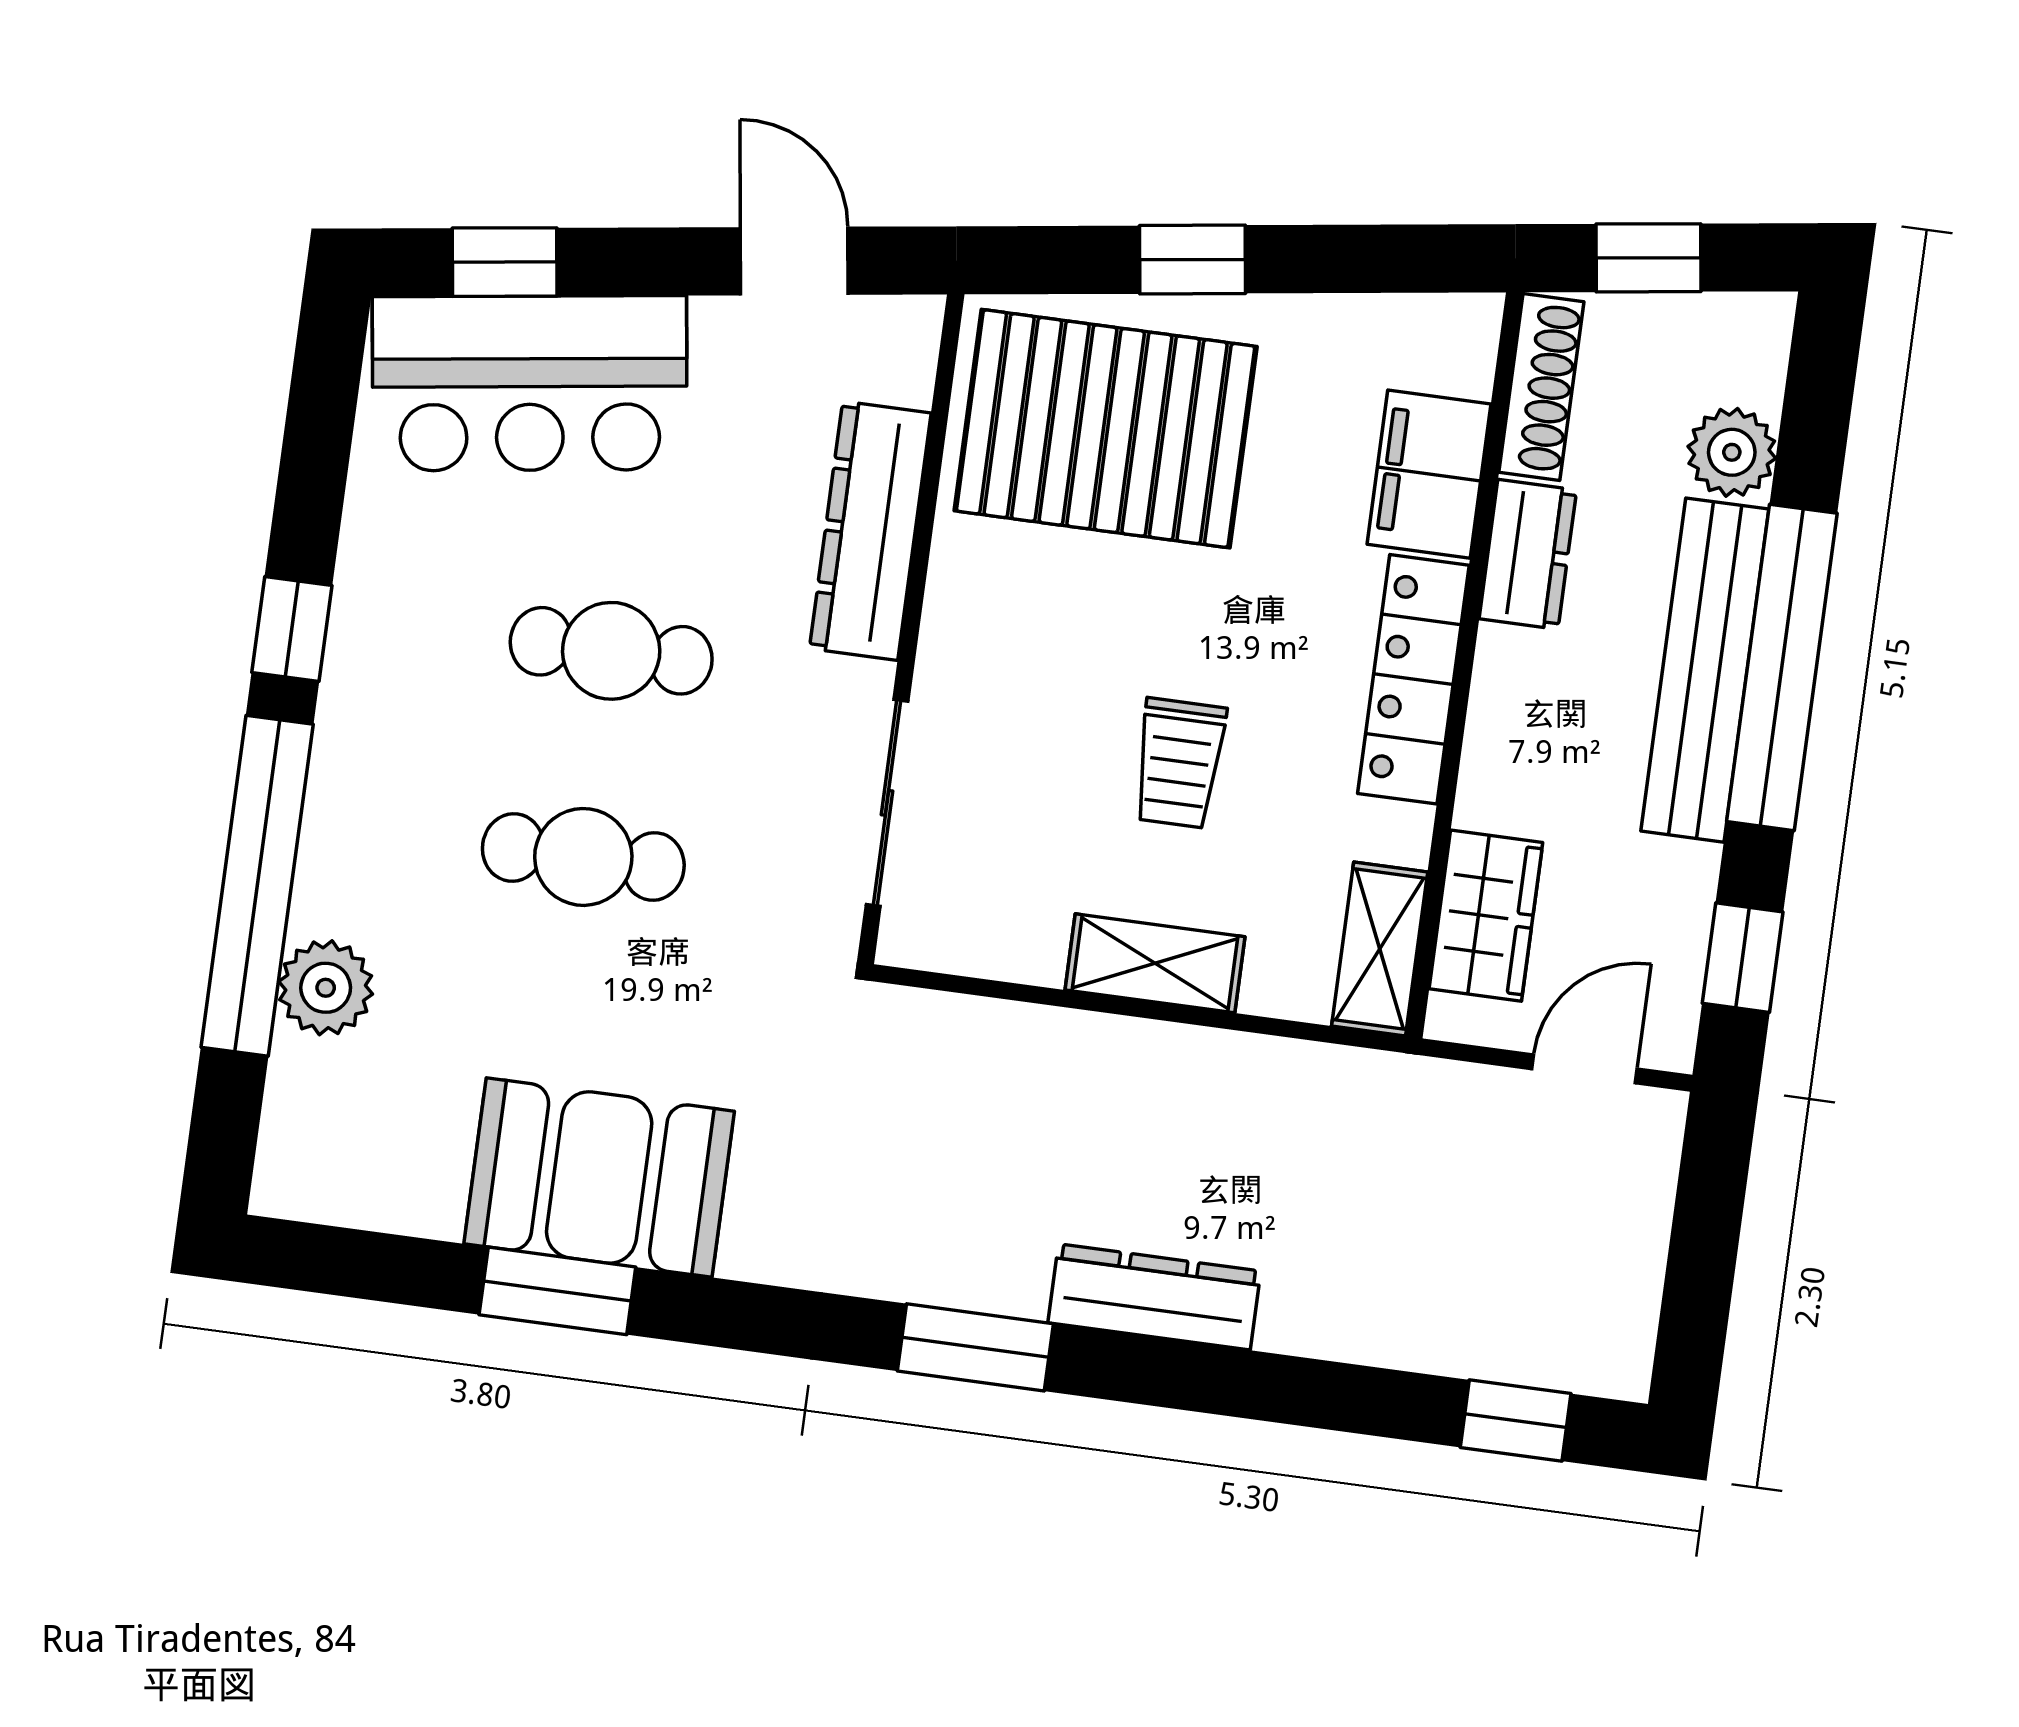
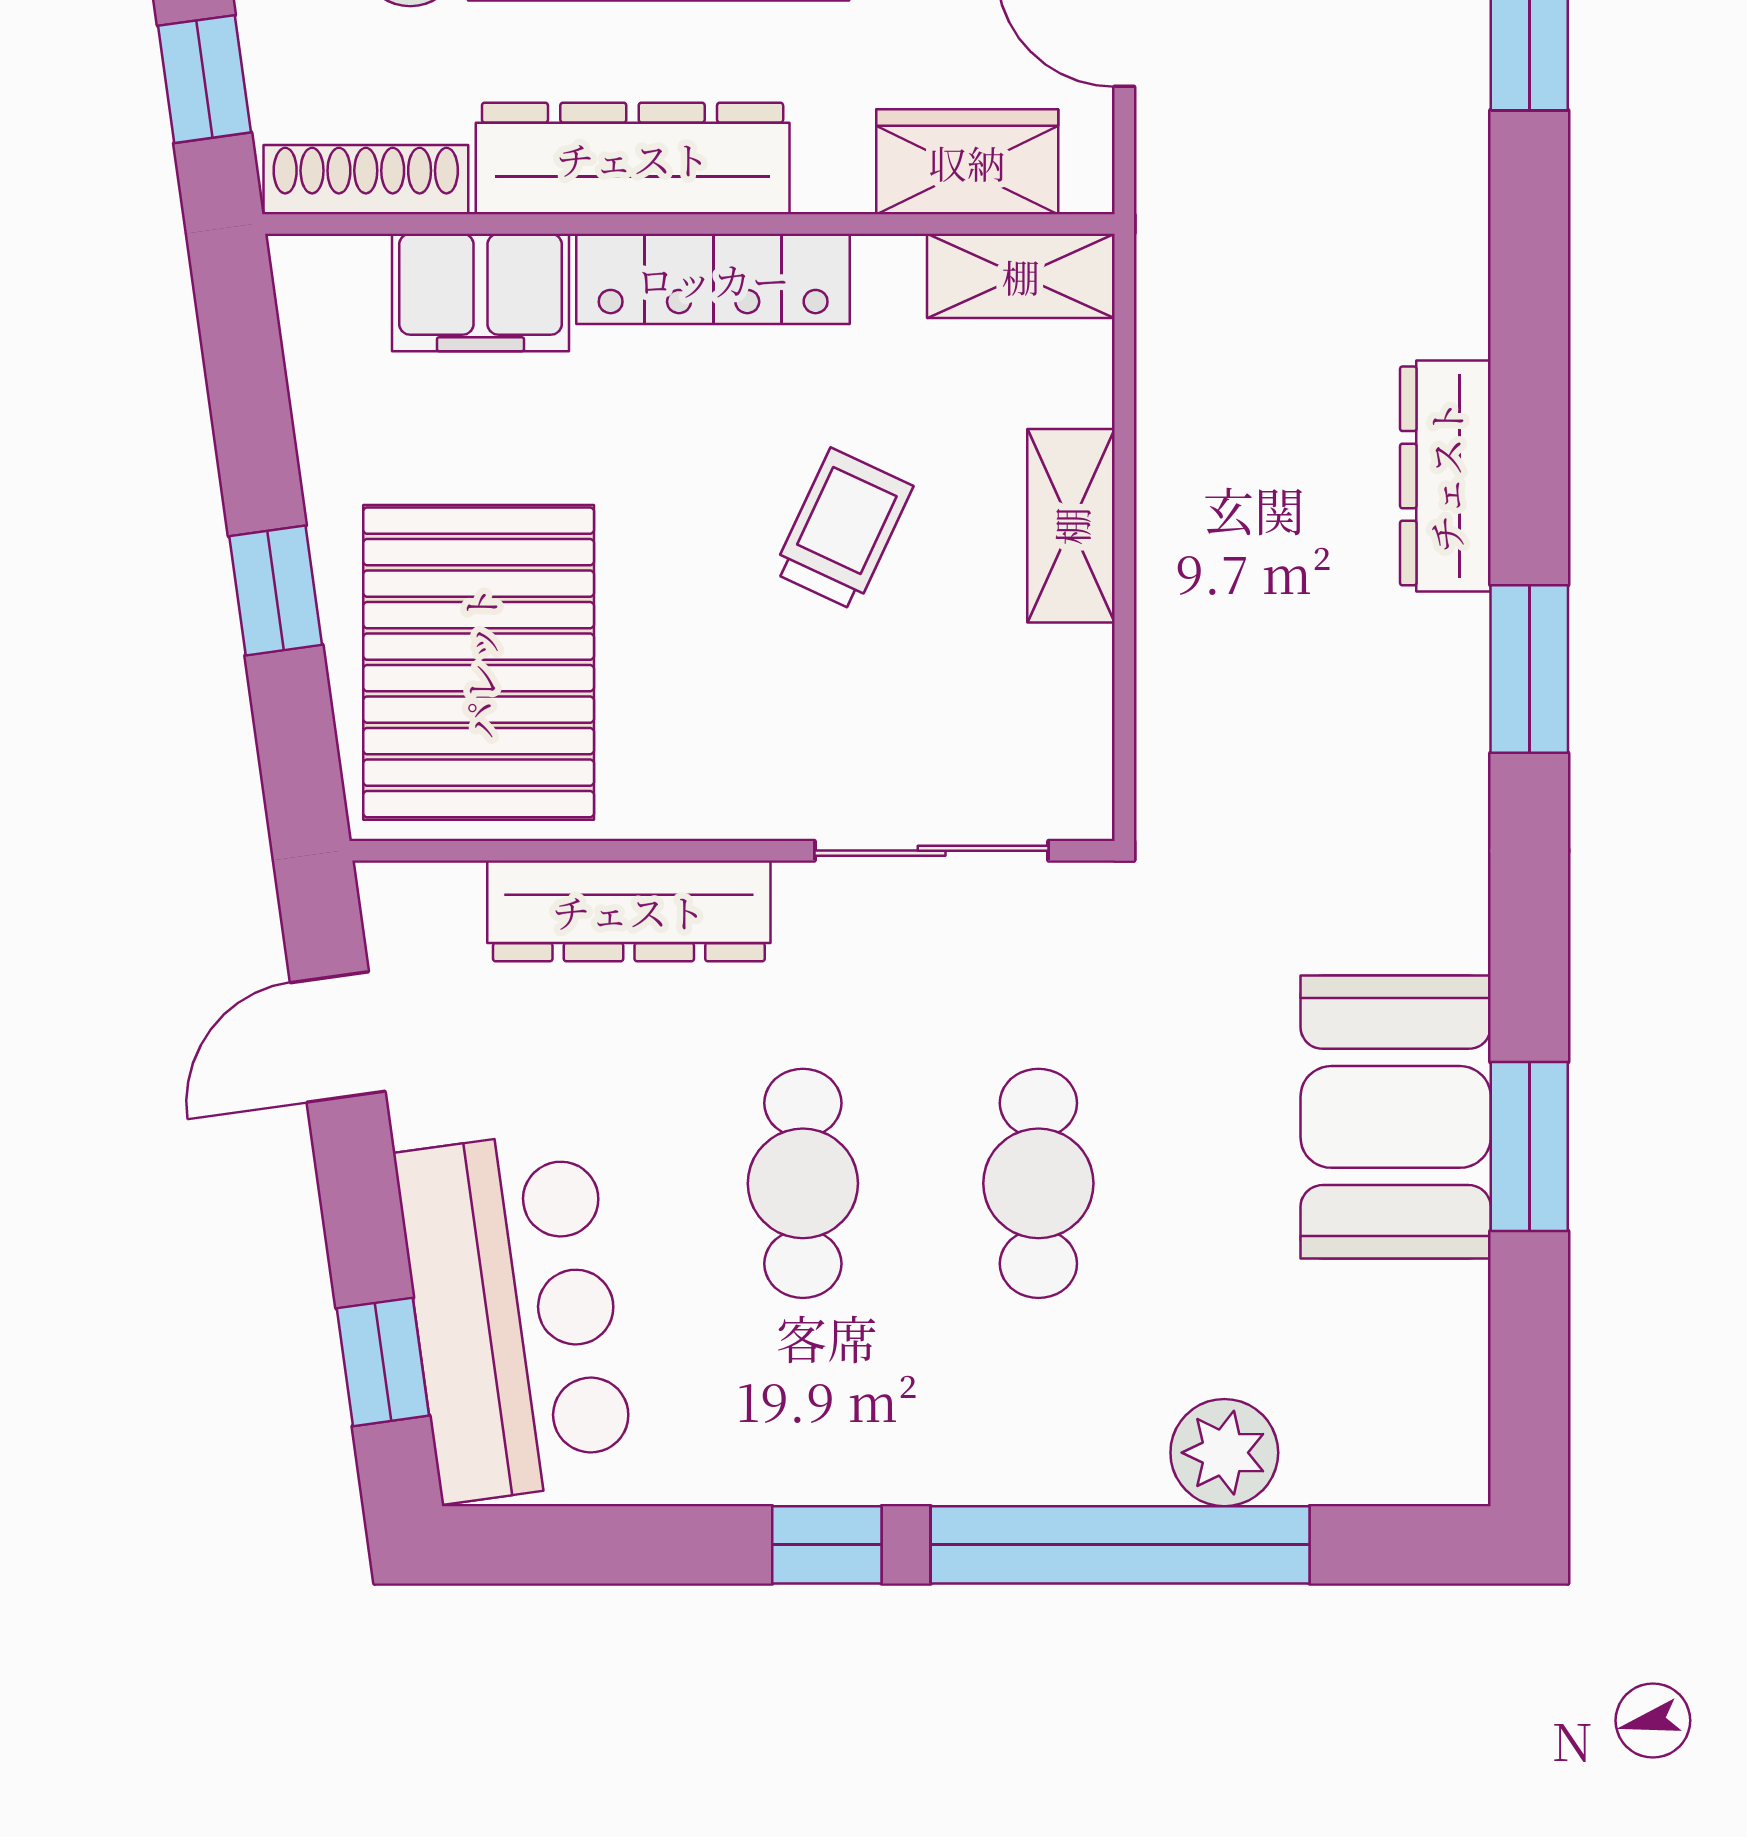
dresser: (1528, 554) -> (633, 158), width x1.96, depth x1.24
trolley: (1179, 763) -> (843, 529), turned -65

